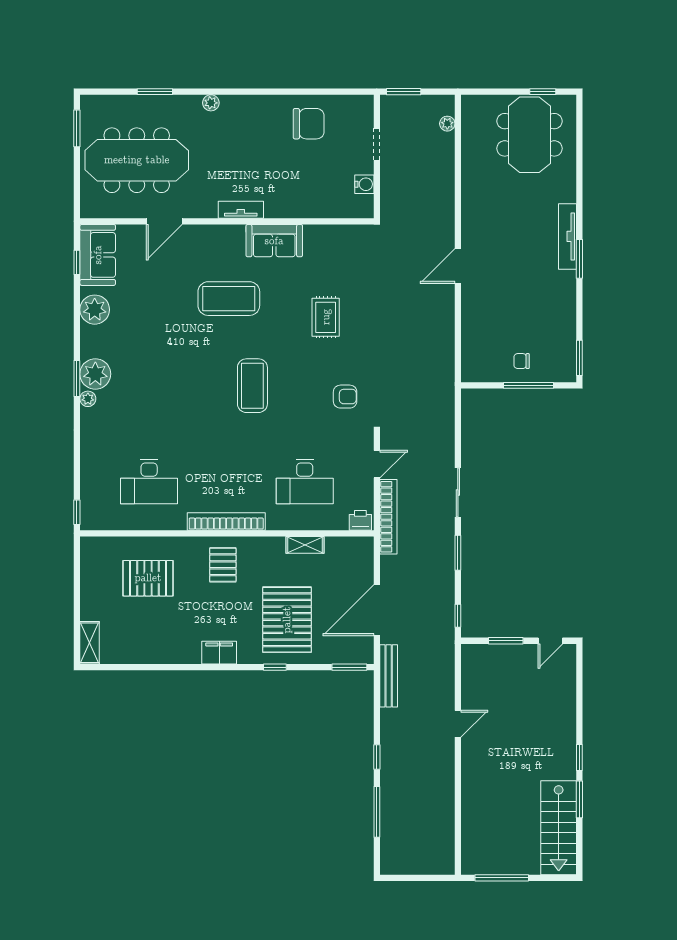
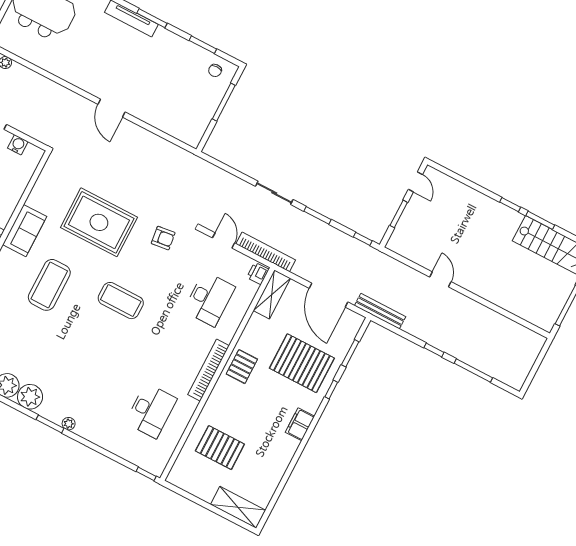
rug: (326, 317) -> (99, 222), width x1.86, depth x2.06
window: (579, 358) -> (203, 45), moved
chair: (522, 361) -> (215, 70), moved
plant: (95, 374) -> (30, 397), moved
armchair: (345, 397) -> (163, 238), turned 83
shelving: (305, 545) -> (272, 294), moved, width x1.50, depth x1.33
pallet: (223, 565) -> (242, 367), moved, turned 90
pallet: (148, 578) -> (220, 448), turned 90
shelving: (90, 643) -> (238, 507), width x1.50, depth x1.33
window: (349, 667) -> (350, 353), moved

